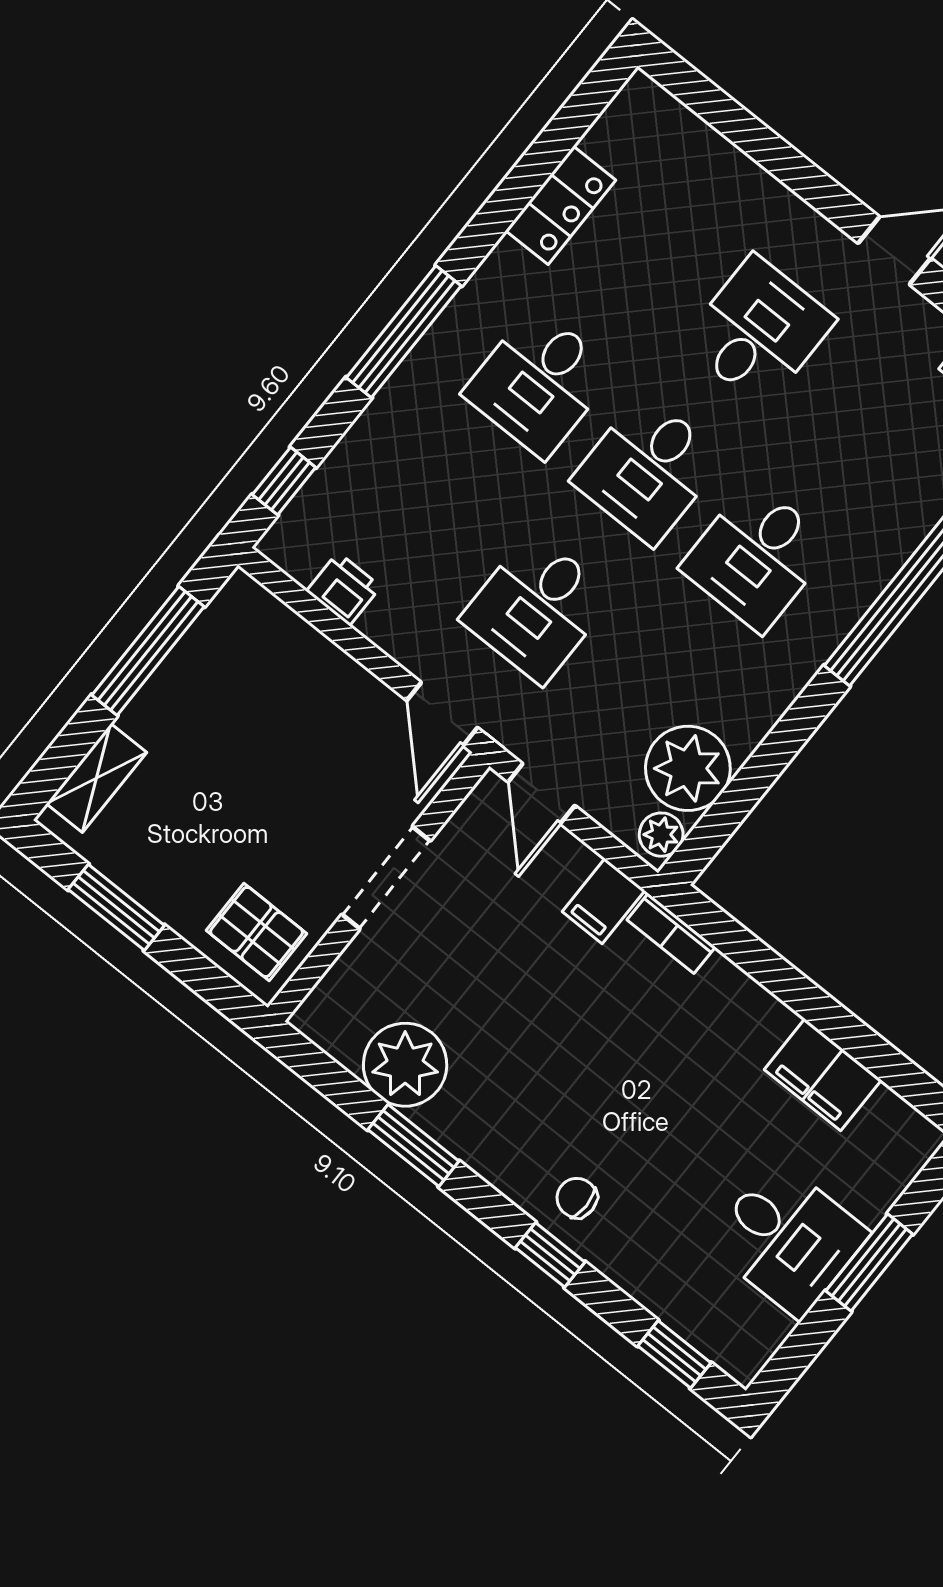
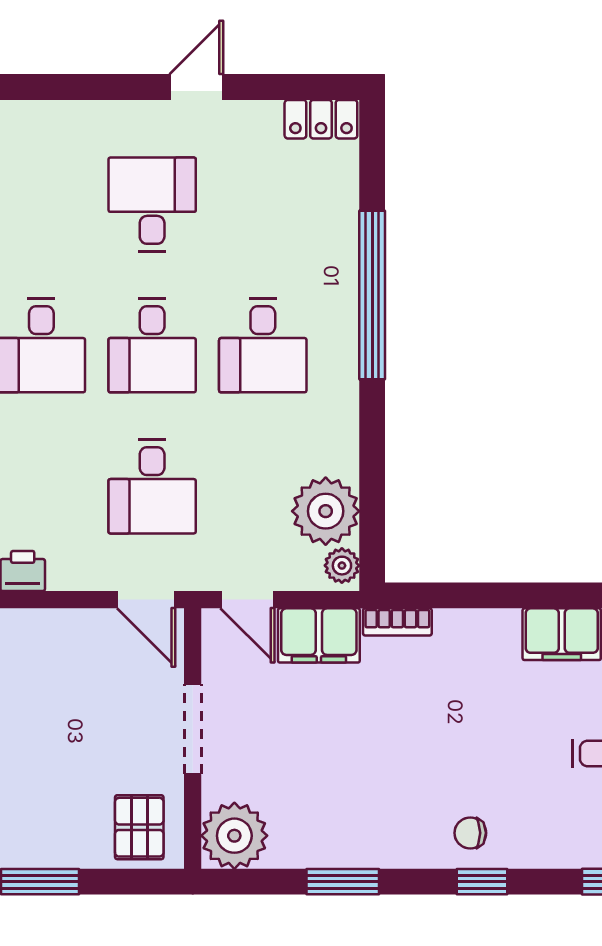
filing cabinet: (604, 901) -> (319, 635), width x2.00
pallet: (257, 932) -> (139, 827), turned 90
plant: (405, 1065) -> (234, 836), moved

